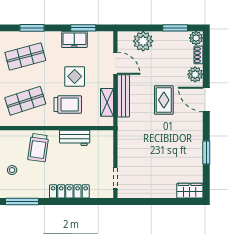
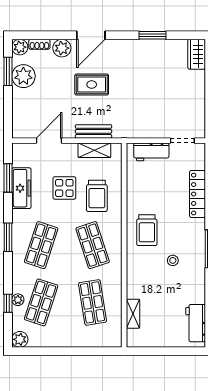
freezer: (74, 39) -> (21, 188), width x1.40
plant: (143, 41) -> (23, 76), moved
shop shelf: (25, 56) -> (41, 245), turned 33
bench: (123, 96) -> (93, 131), width x0.73
trolley: (68, 105) -> (97, 196), turned 180
workbench: (75, 138) -> (151, 152), moved, turned 90
trolley: (38, 148) -> (147, 230), turned 82

